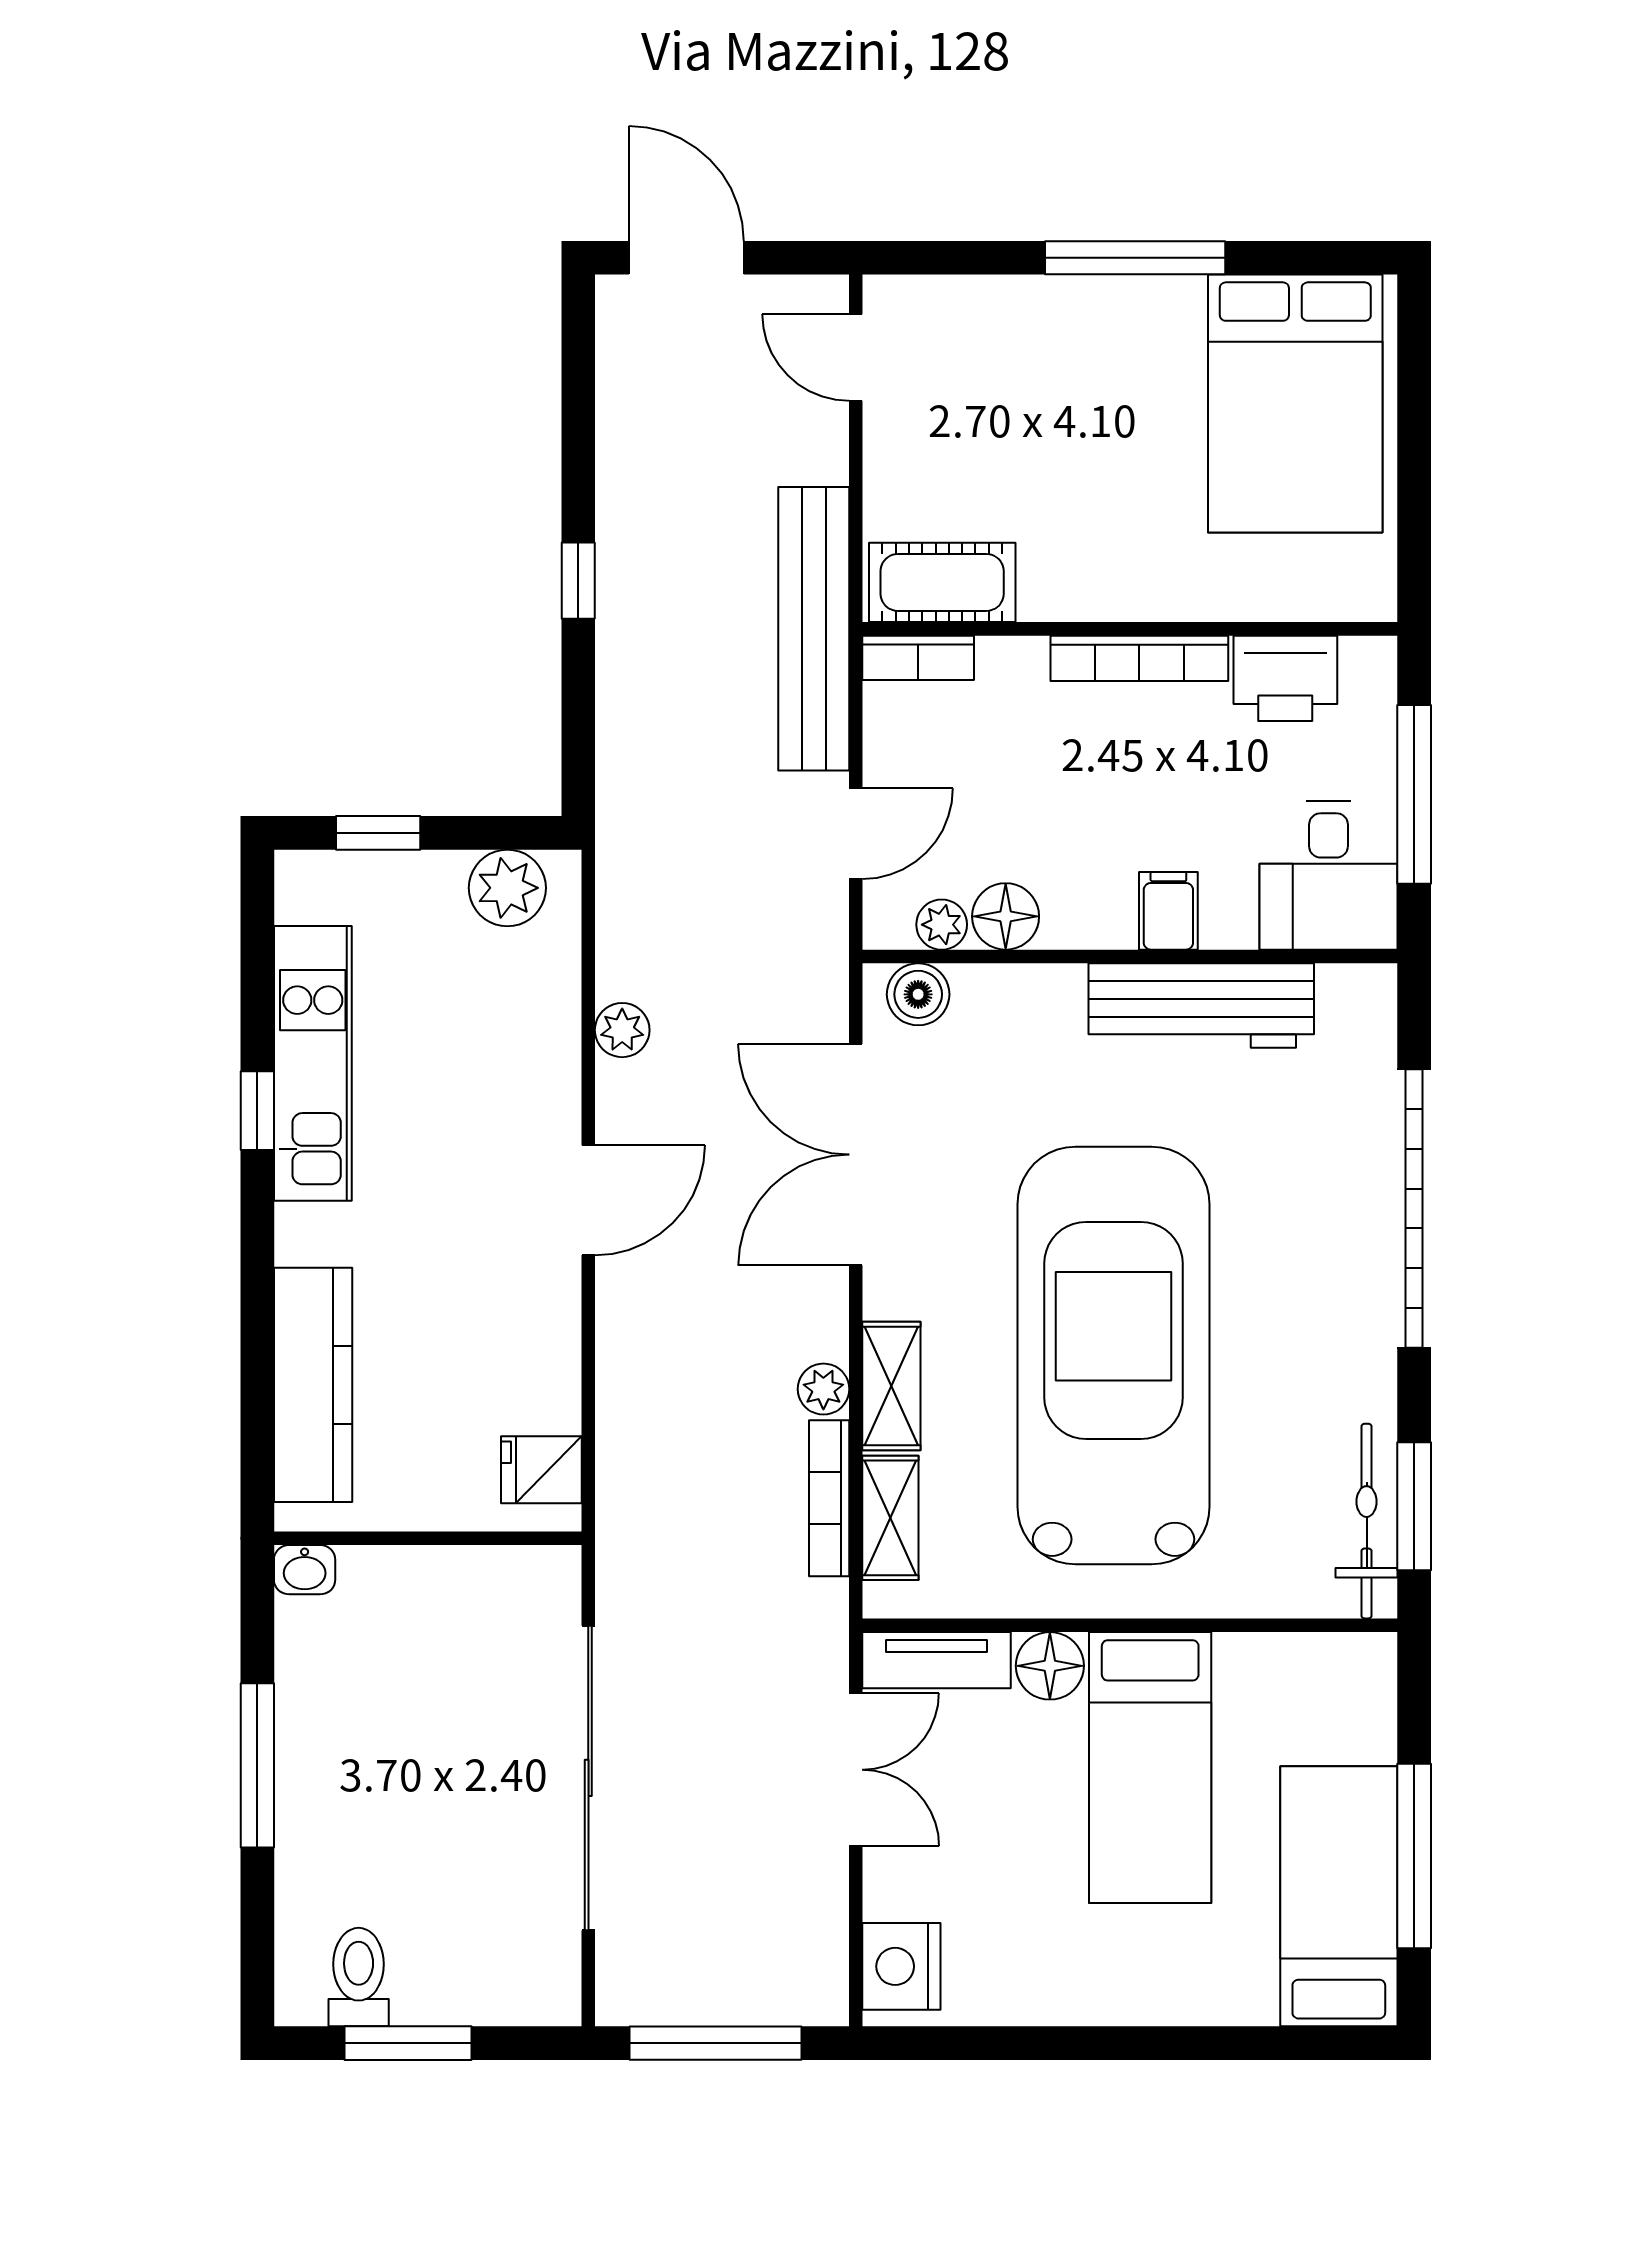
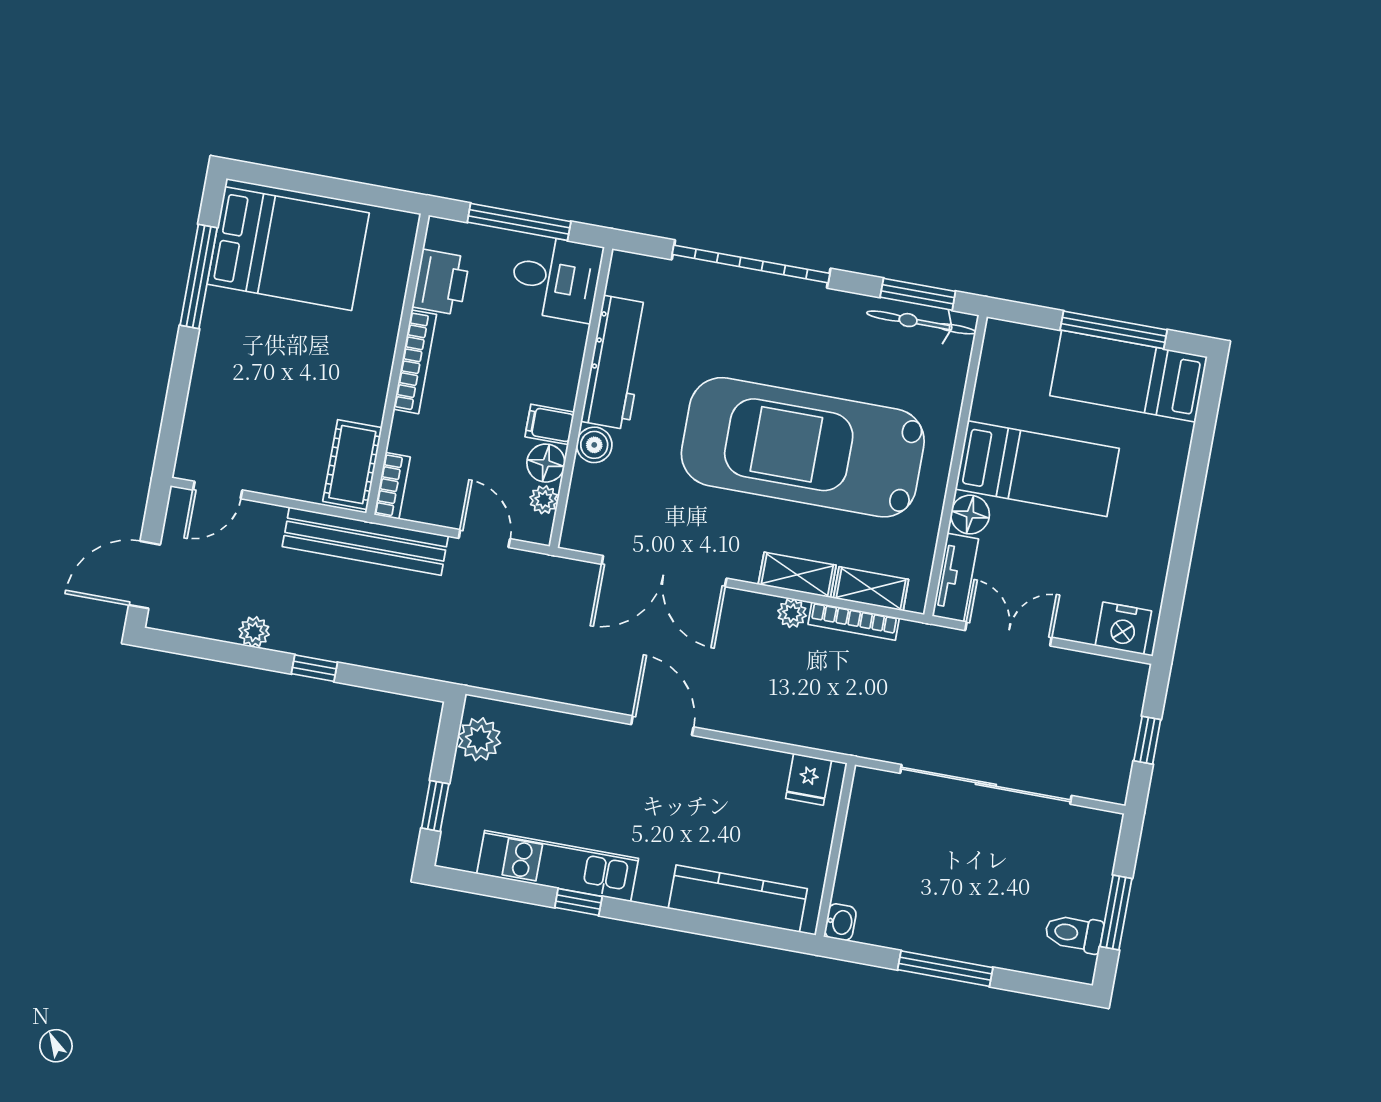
window: (1135, 258) -> (199, 277), moved
filing cabinet: (1168, 911) -> (550, 424), moved
boiler: (918, 994) -> (594, 445), moved
plant: (622, 1030) -> (254, 632), moved
window: (716, 2043) -> (1147, 740), width x0.46

